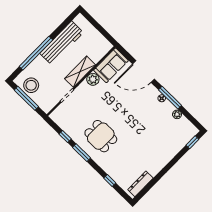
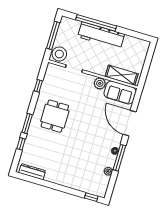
workbench: (62, 43) -> (101, 35), moved
shelving: (80, 72) -> (122, 75), moved
stool: (31, 85) -> (59, 54), moved
window: (81, 153) -> (27, 123), moved

